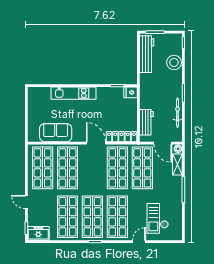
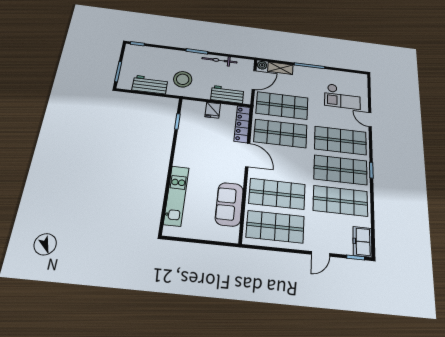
workbench: (147, 54) -> (150, 85), width x0.73
stool: (174, 62) -> (183, 79), moved
fridge: (131, 92) -> (213, 110), moved
kitchen unit: (74, 93) -> (176, 196), moved
door: (96, 143) -> (248, 155), swing flipped

